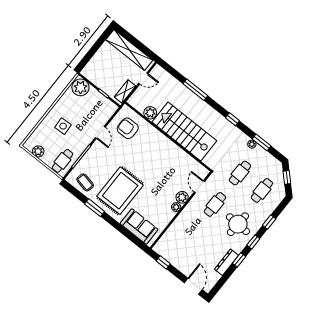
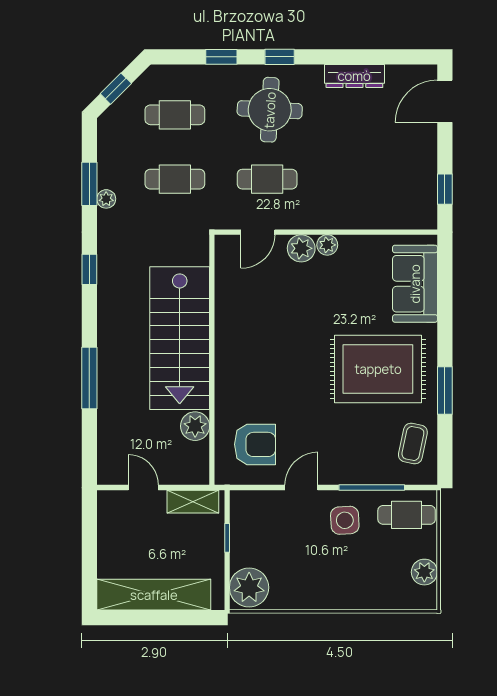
shelving: (129, 50) -> (154, 595), moved, turned 90
side table: (63, 126) -> (345, 520), moved
armchair: (128, 128) -> (255, 444), turned -90
window: (239, 260) -> (332, 57), removed

